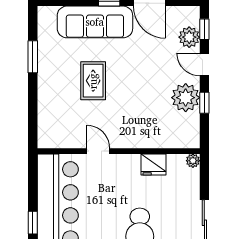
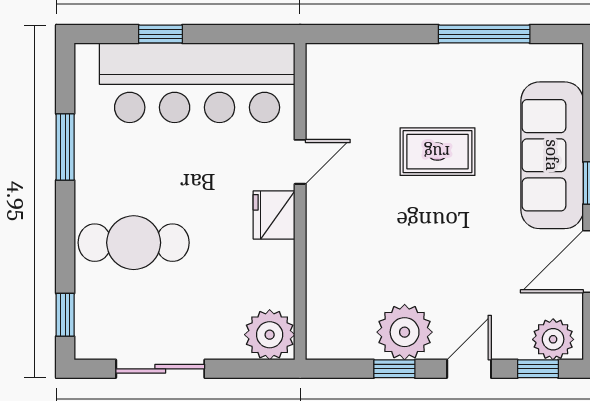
plant: (189, 37) -> (553, 339), moved
window: (33, 57) -> (484, 34), width x1.44
plant: (193, 161) -> (270, 335), width x1.88, depth x1.88
fridge: (154, 164) -> (274, 215), moved

